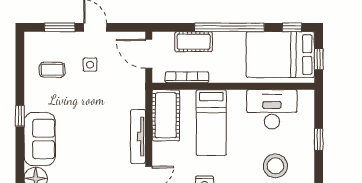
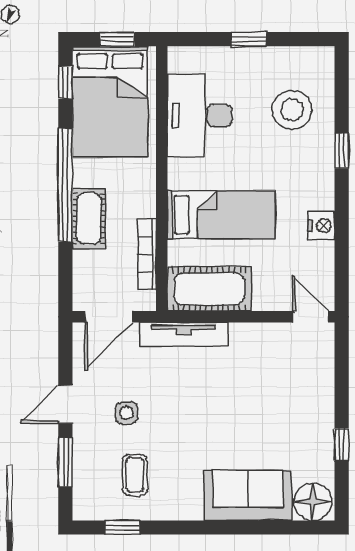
cot: (194, 42) -> (89, 219), moved
window: (20, 116) -> (122, 528), moved
tv unit: (138, 136) -> (183, 334), moved

